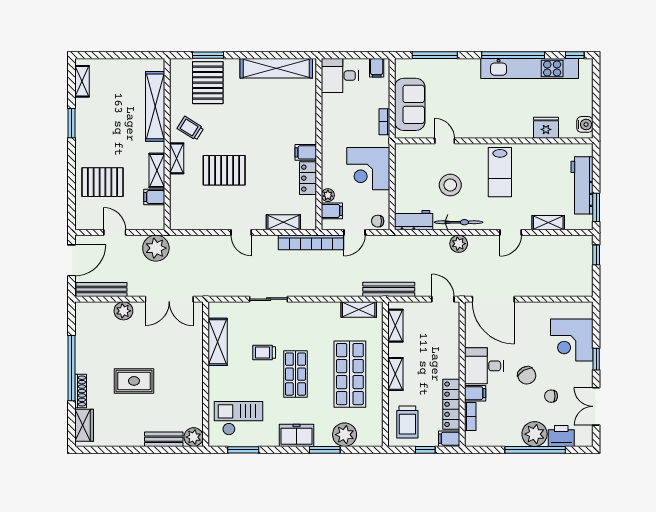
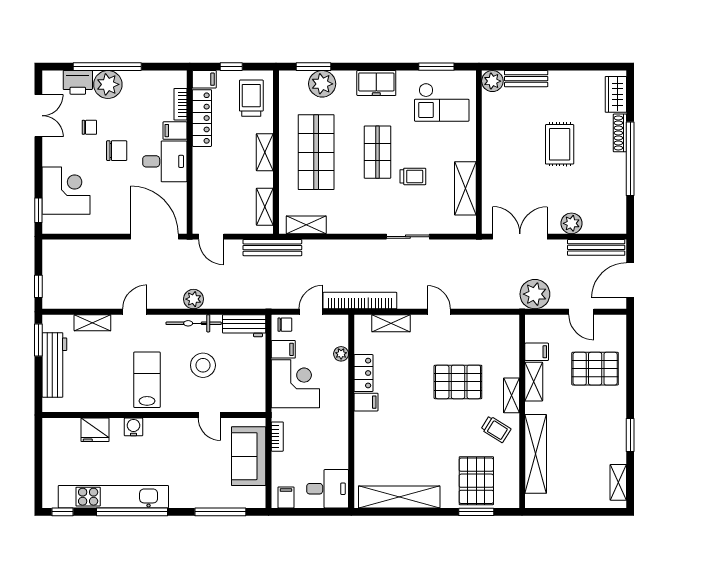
water cooler: (585, 124) -> (134, 427), moved, turned 90
filing cabinet: (332, 211) -> (283, 349), moved, turned 180
window: (596, 359) -> (38, 210), moved
chair: (527, 375) -> (117, 151), turned 120
rug: (134, 381) -> (560, 144), turned 90
window: (325, 450) -> (313, 67), moved

